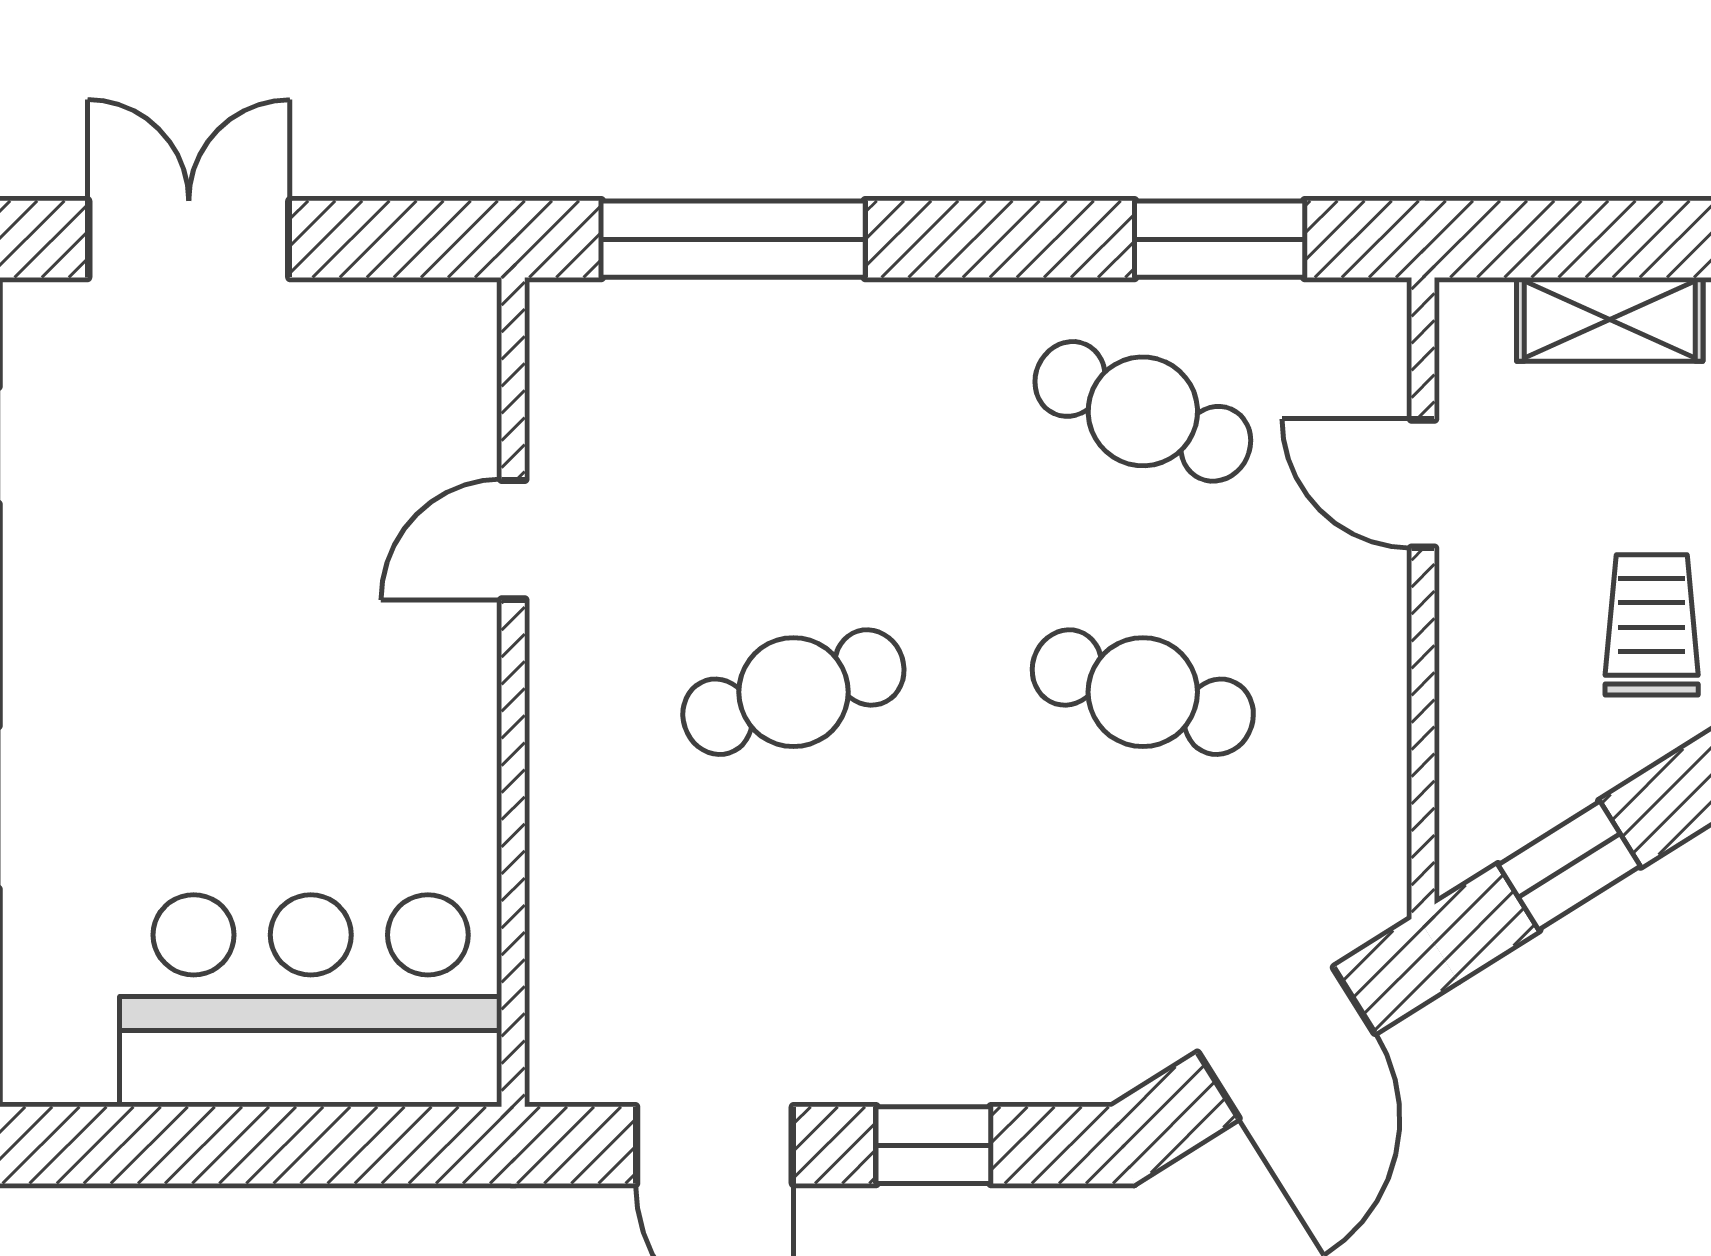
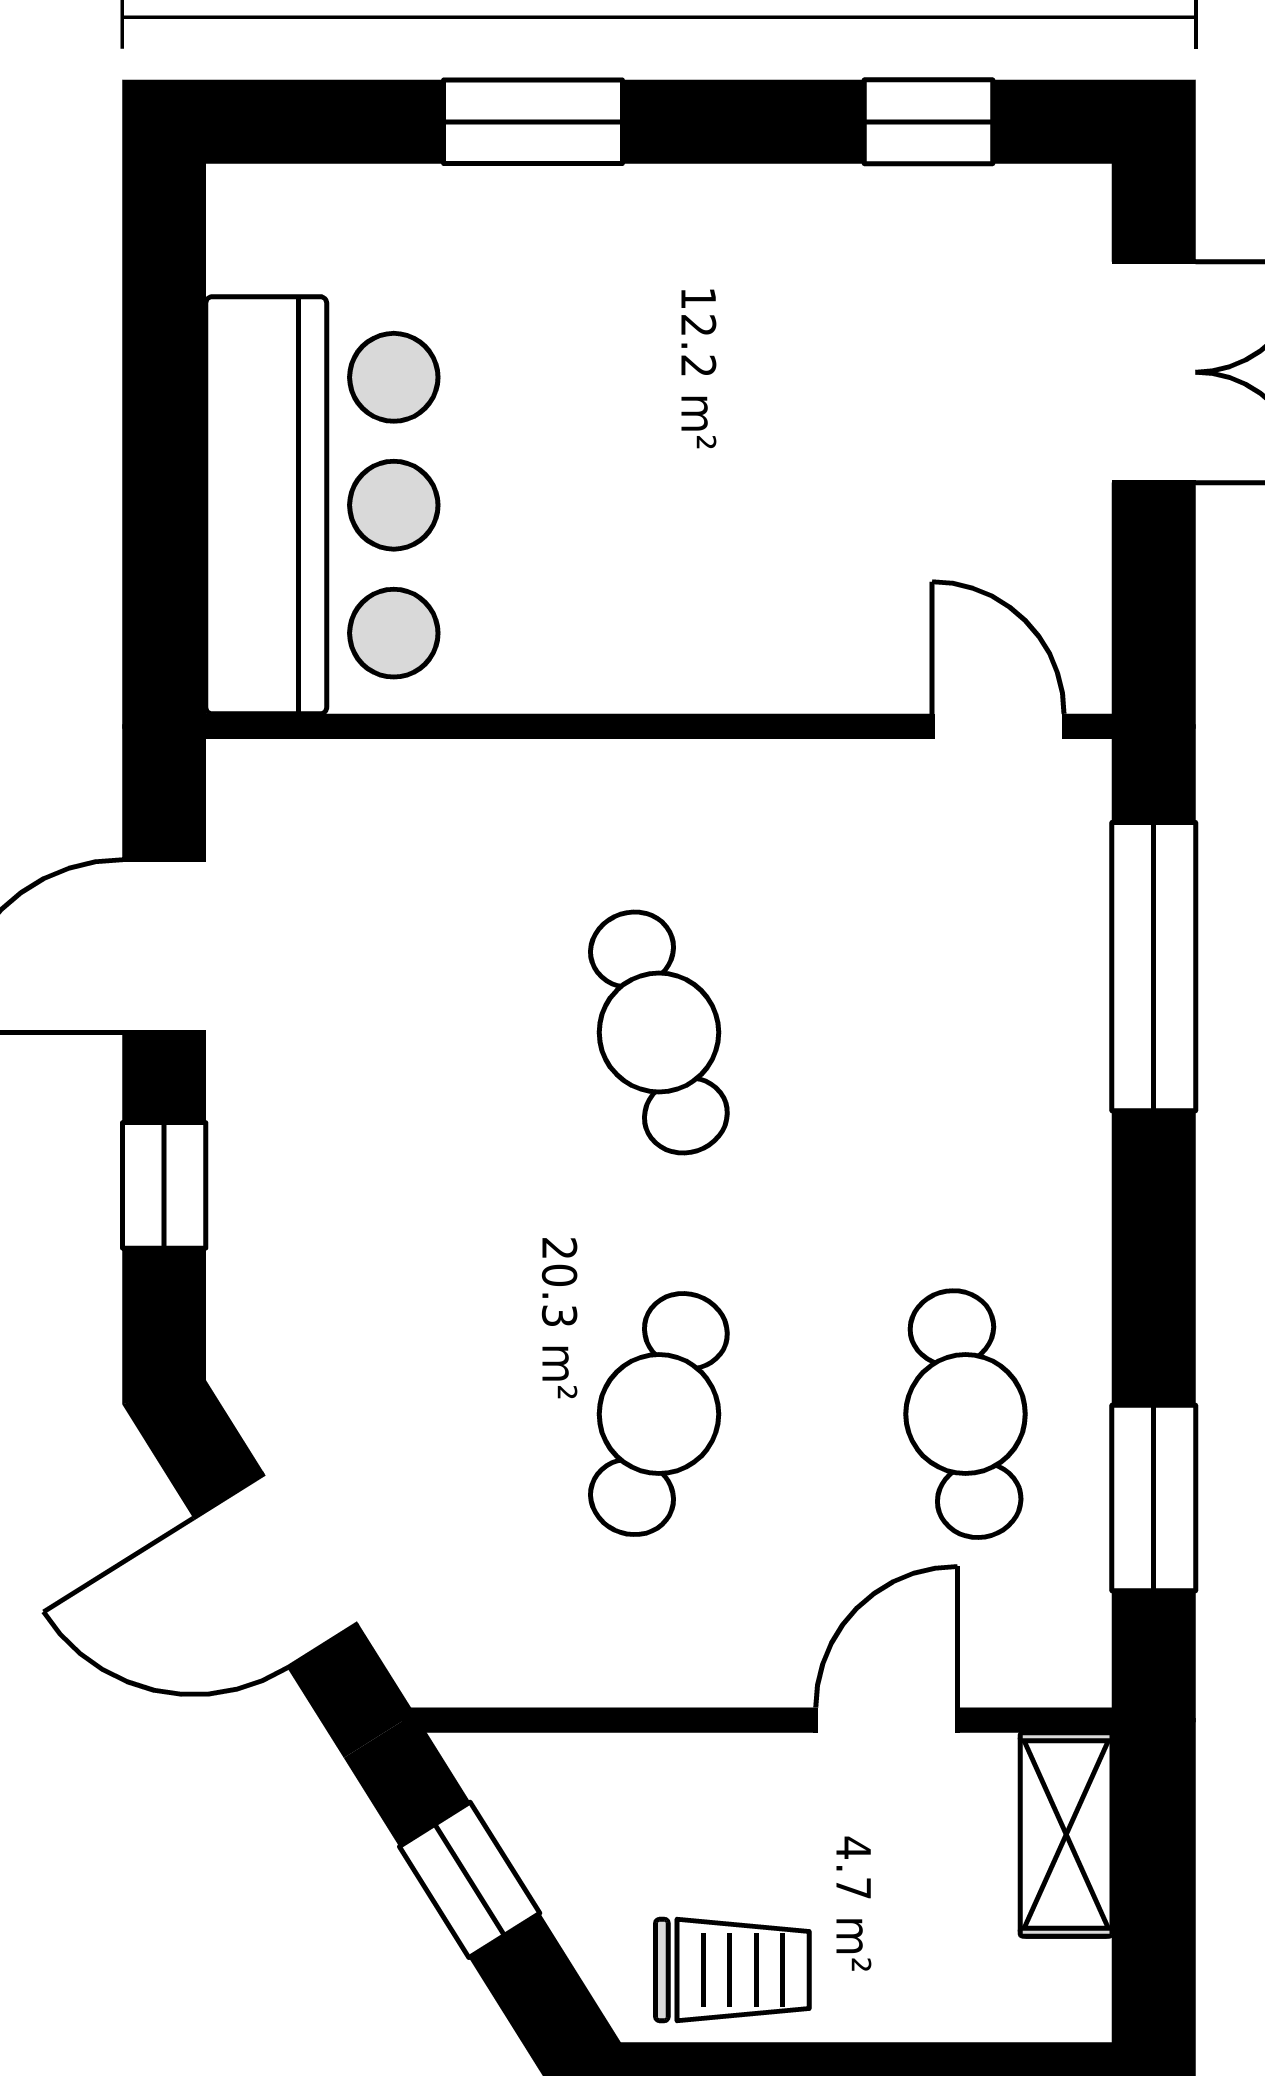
shelving: (1610, 319) -> (1066, 1834), moved
cafe table: (1143, 411) -> (966, 1414), turned -33
door: (513, 540) -> (998, 726), moved

